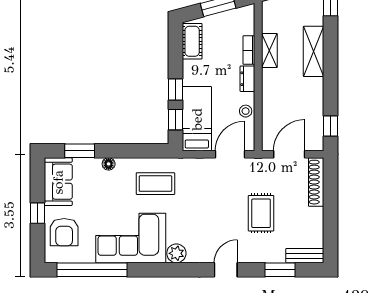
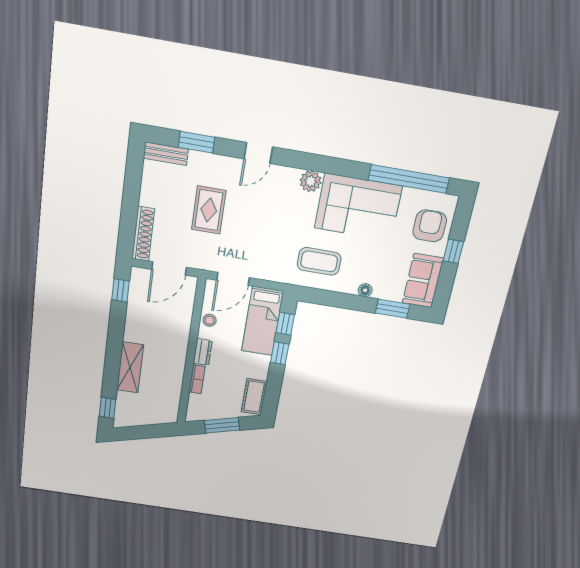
shelving: (269, 50) -> (176, 375), removed

